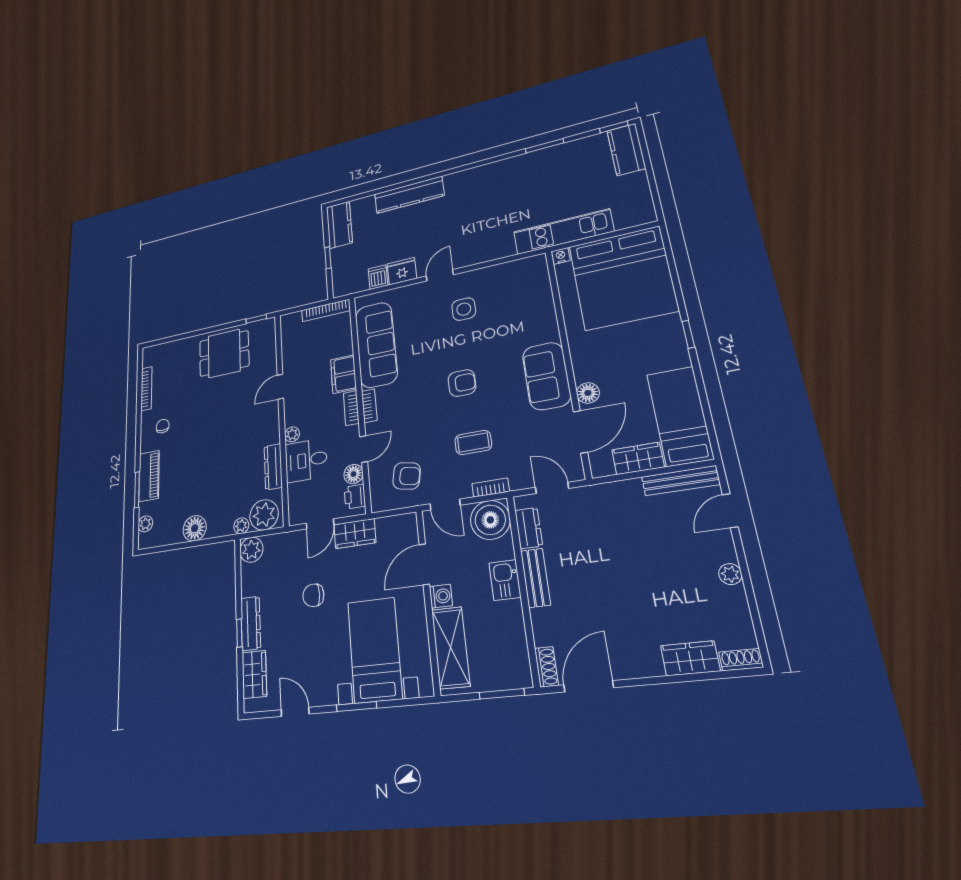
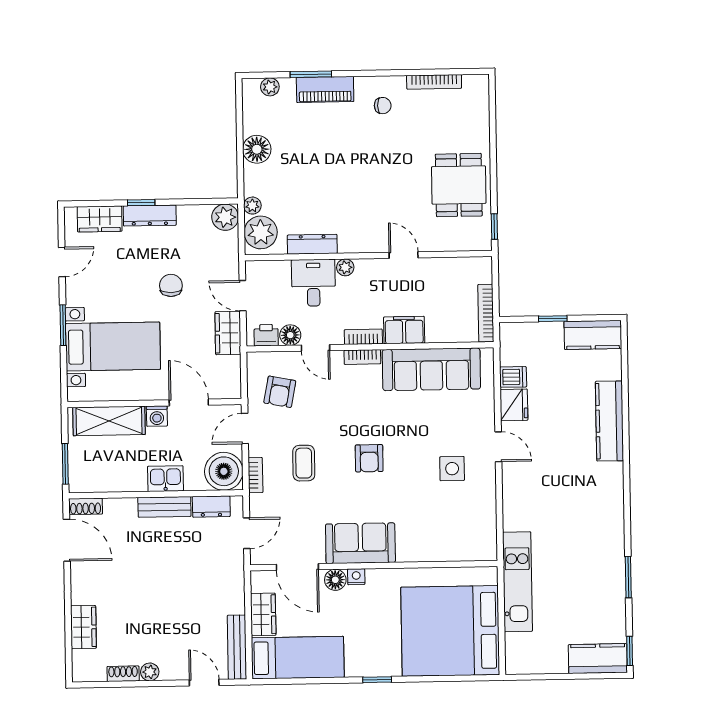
nightstand: (561, 256) -> (356, 577), moved, turned -90
shoe rack: (741, 660) -> (123, 674), moved, turned -90

